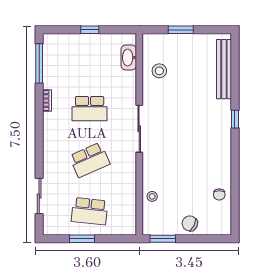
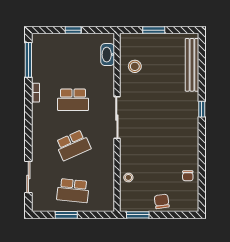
chair: (190, 223) -> (162, 201), turned 55

